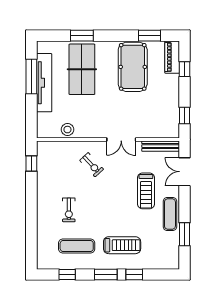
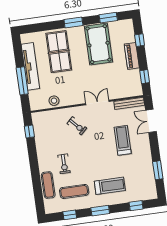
window: (82, 36) -> (73, 23), moved
piano: (172, 57) -> (132, 56), moved
window: (31, 77) -> (22, 81), moved
double door: (121, 139) -> (97, 103), swing flipped
treadmill: (146, 191) -> (123, 140), turned 180
exercise mat: (170, 214) -> (48, 185), moved
window: (134, 274) -> (136, 206), moved

